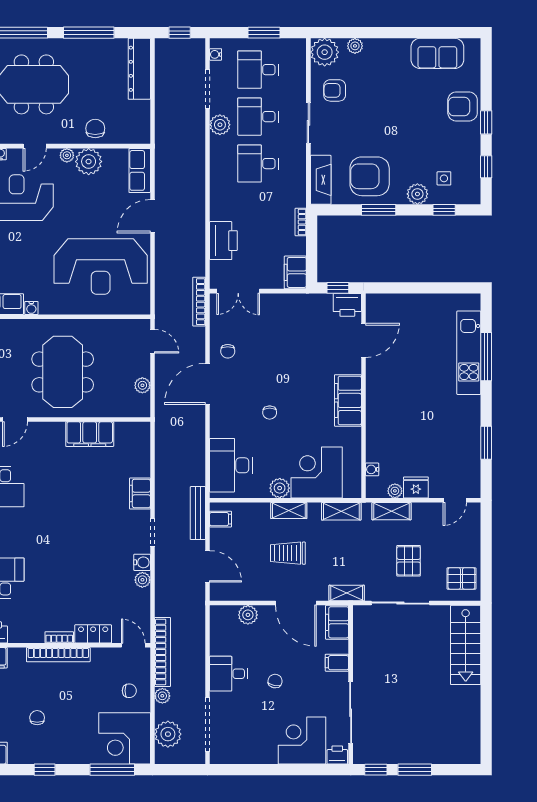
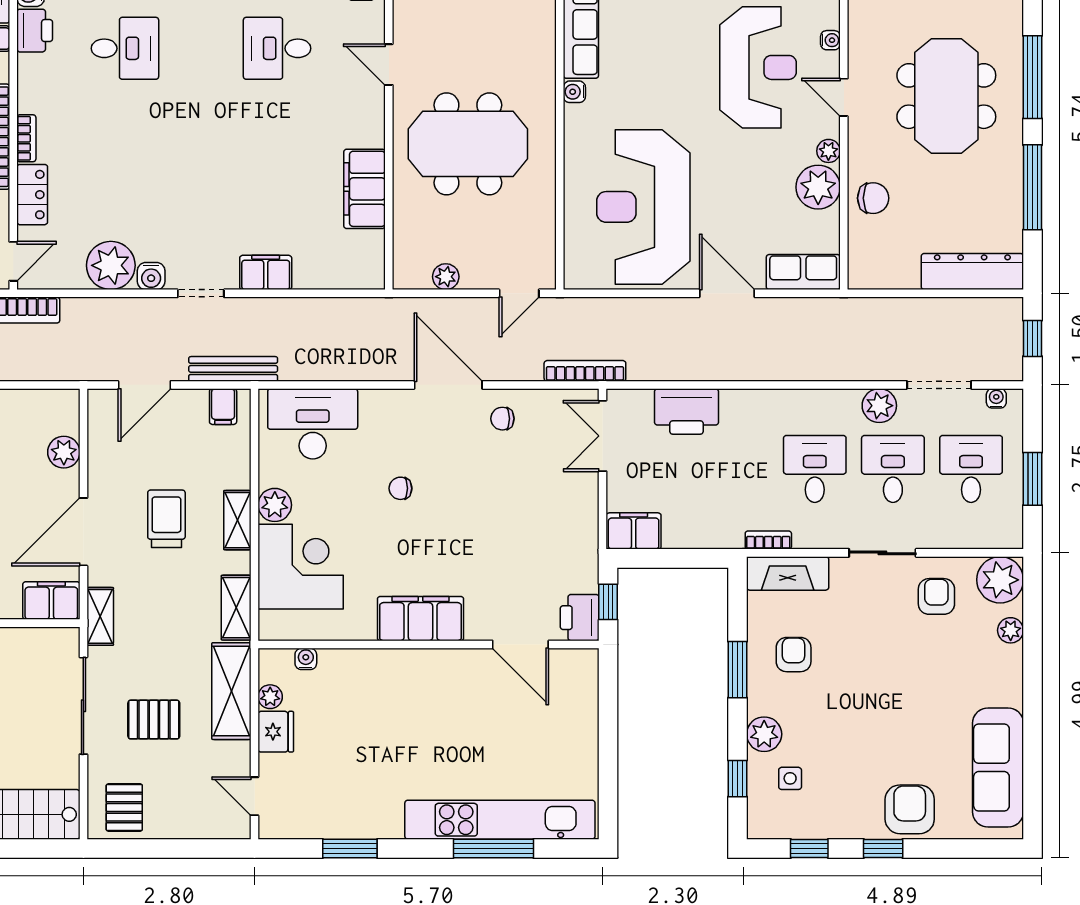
sofa: (437, 53) -> (998, 767), width x1.36
armchair: (370, 176) -> (794, 655), width x0.53, depth x0.53
bookcase: (301, 222) -> (768, 540), moved
kitchen unit: (469, 353) -> (500, 820), width x1.36
shelving: (391, 511) -> (231, 691), width x1.50, depth x1.33
plant: (142, 580) -> (111, 265), width x1.87, depth x1.87

